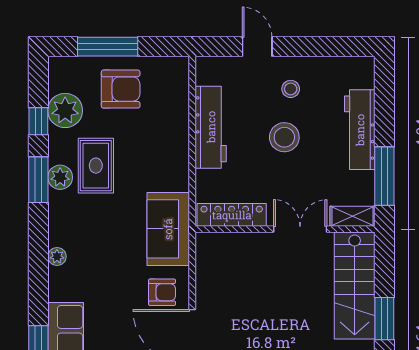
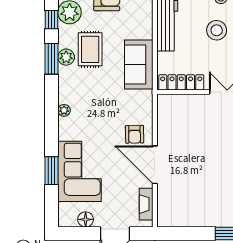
sofa: (168, 229) -> (139, 64), moved
armchair: (162, 292) -> (135, 134), turned 89

